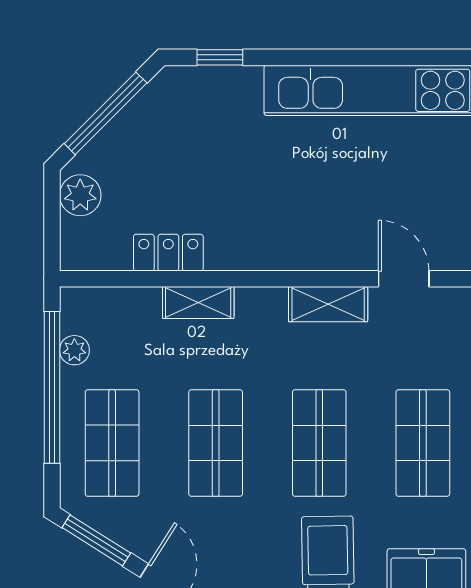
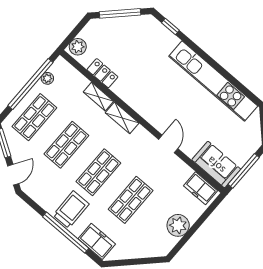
plant: (80, 195) -> (78, 47), moved
shelving: (328, 304) -> (122, 118), moved

